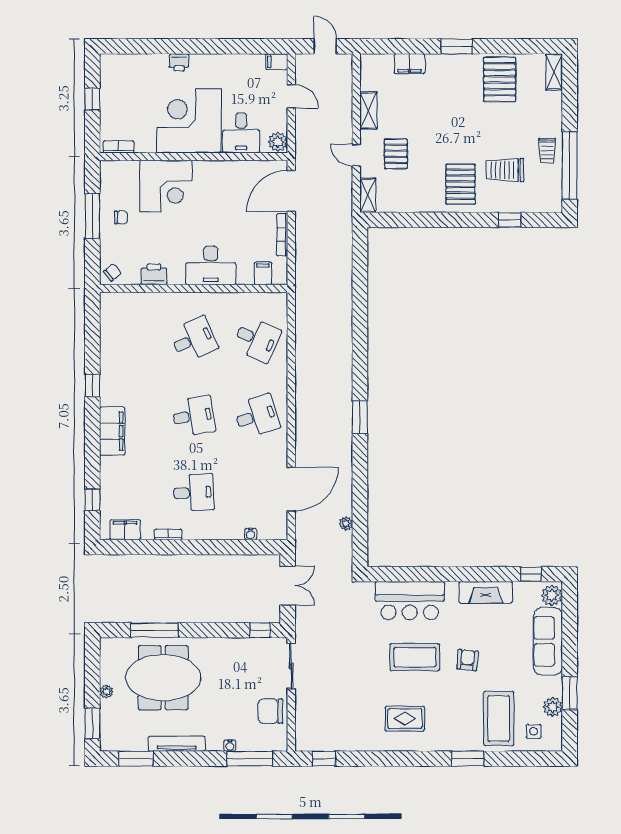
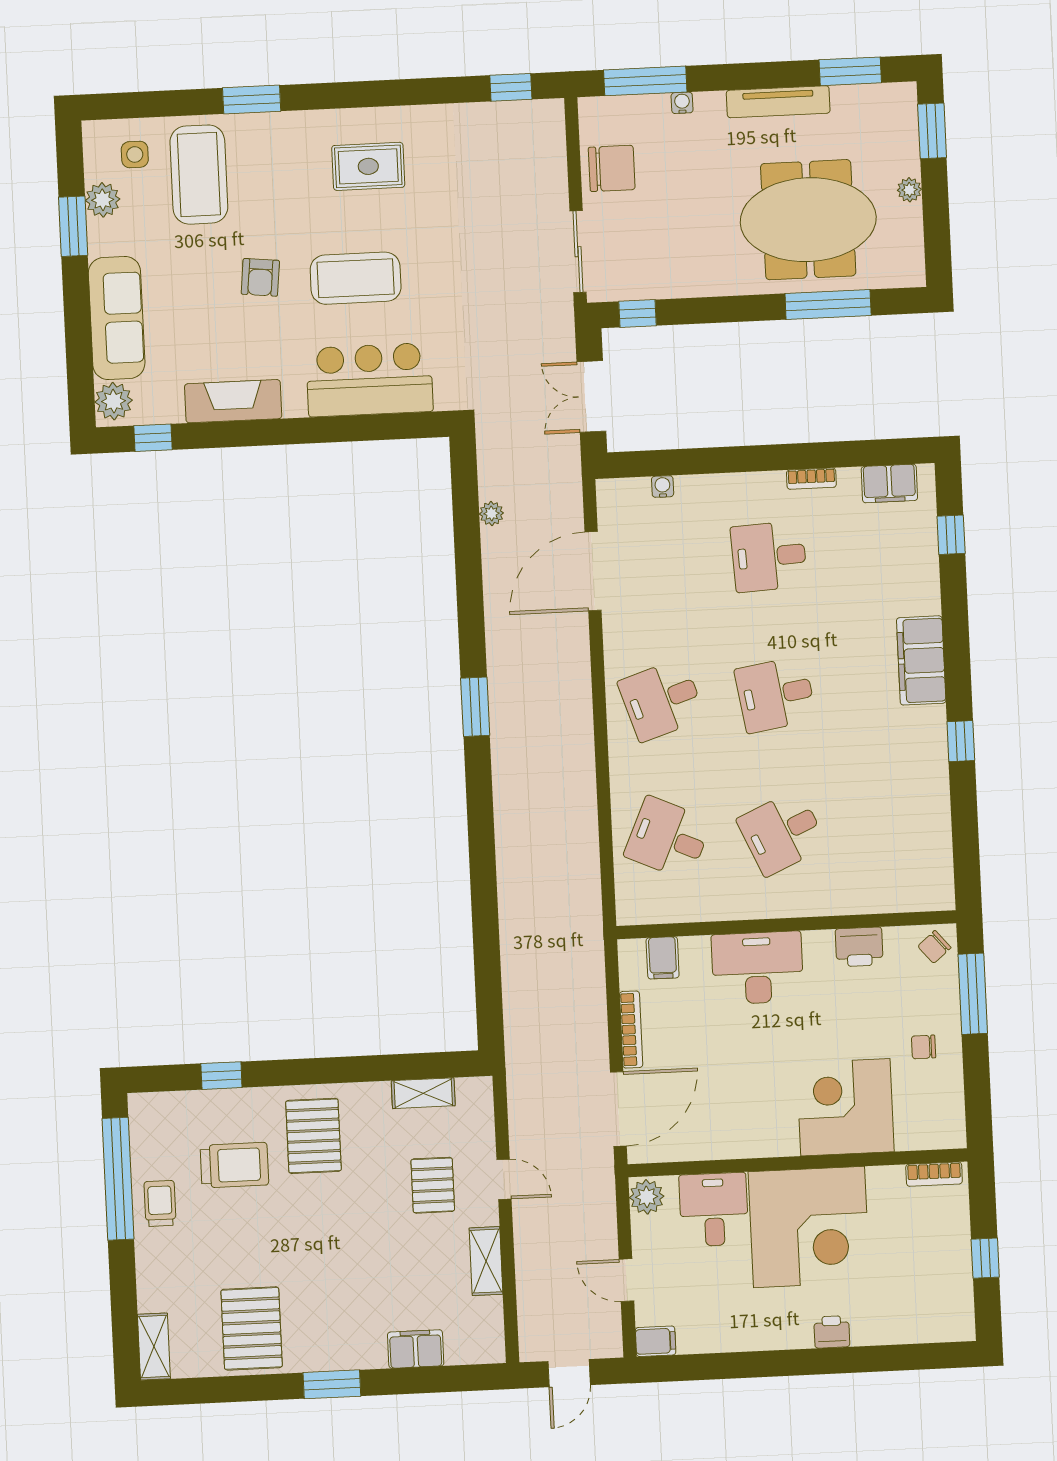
door: (325, 46) -> (569, 1373), hinge flipped
shelving: (368, 195) -> (423, 1093), moved, turned 90
window: (92, 216) -> (973, 994), moved

